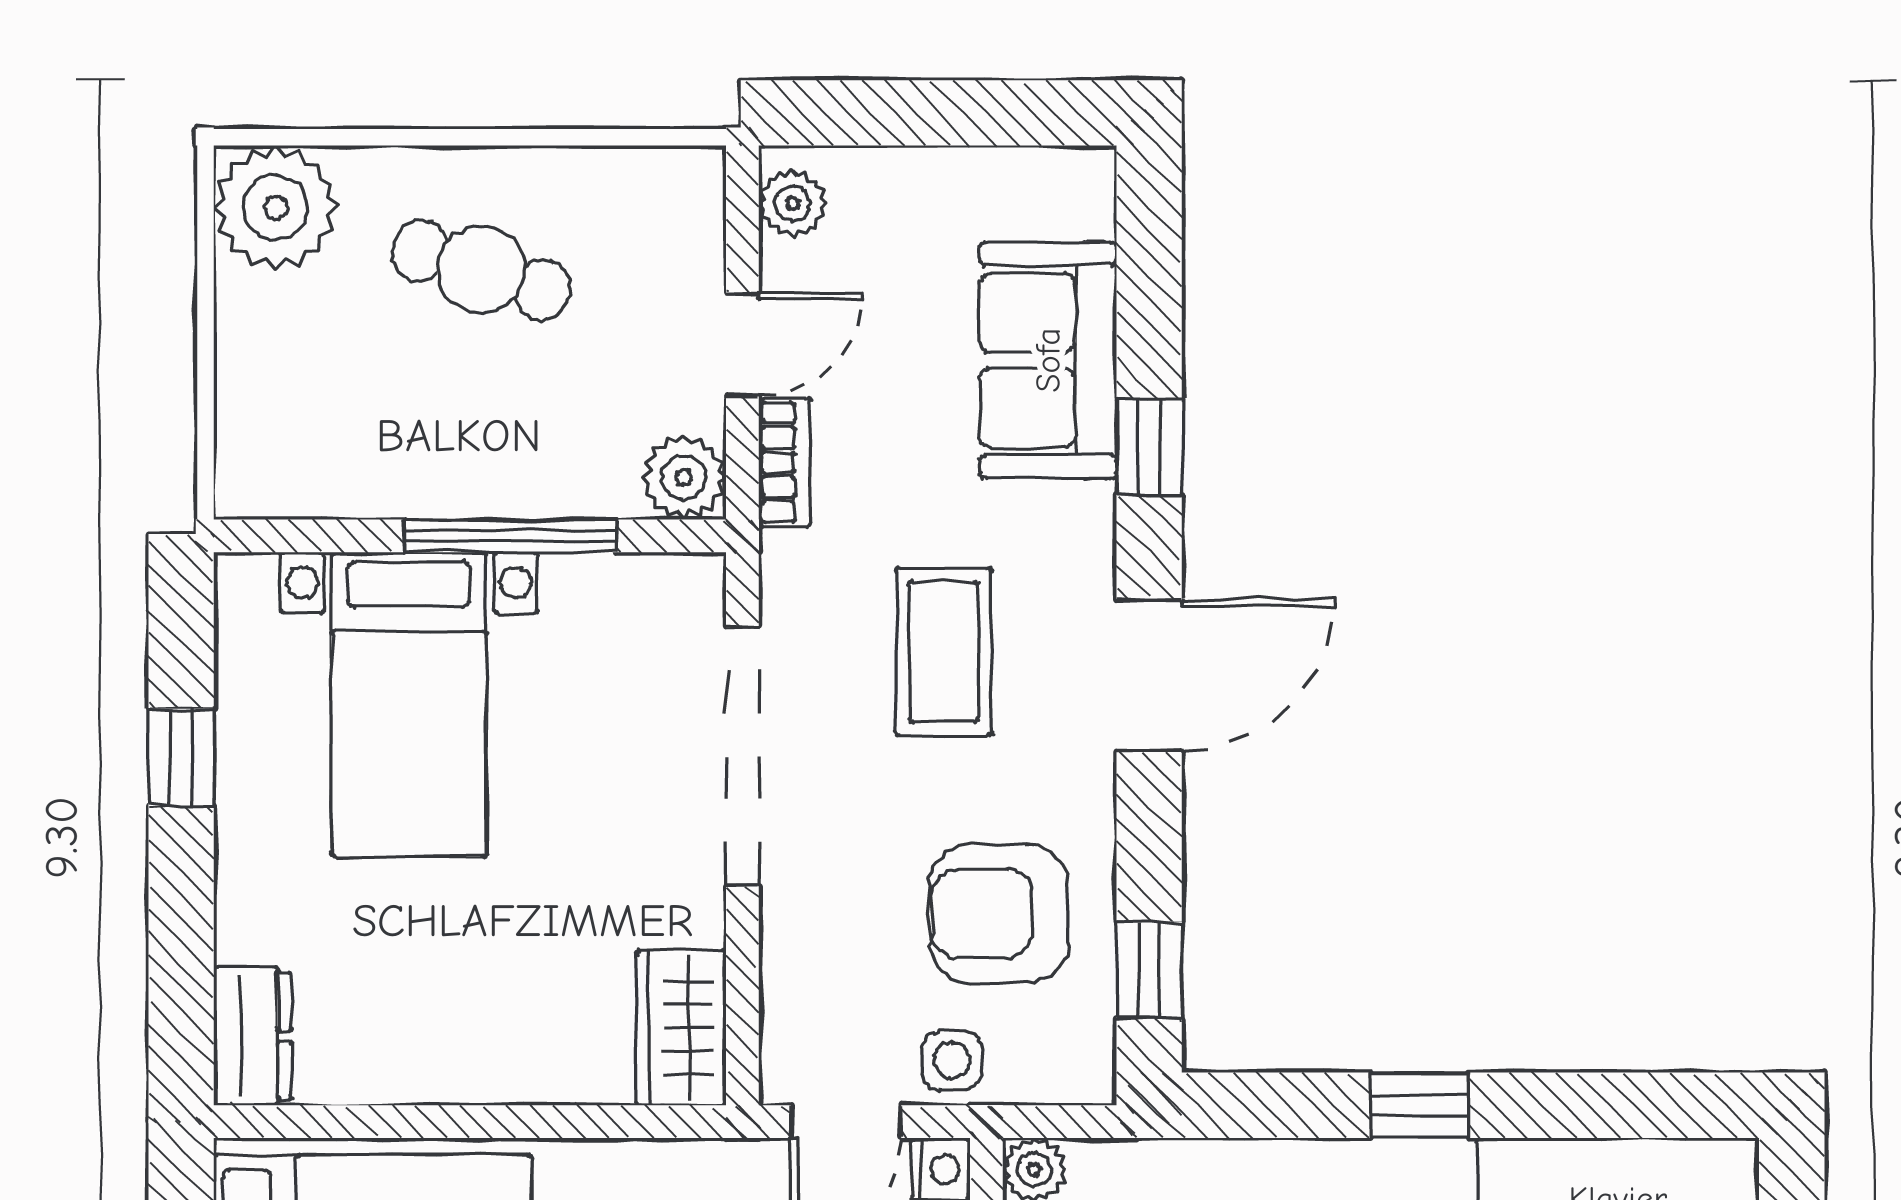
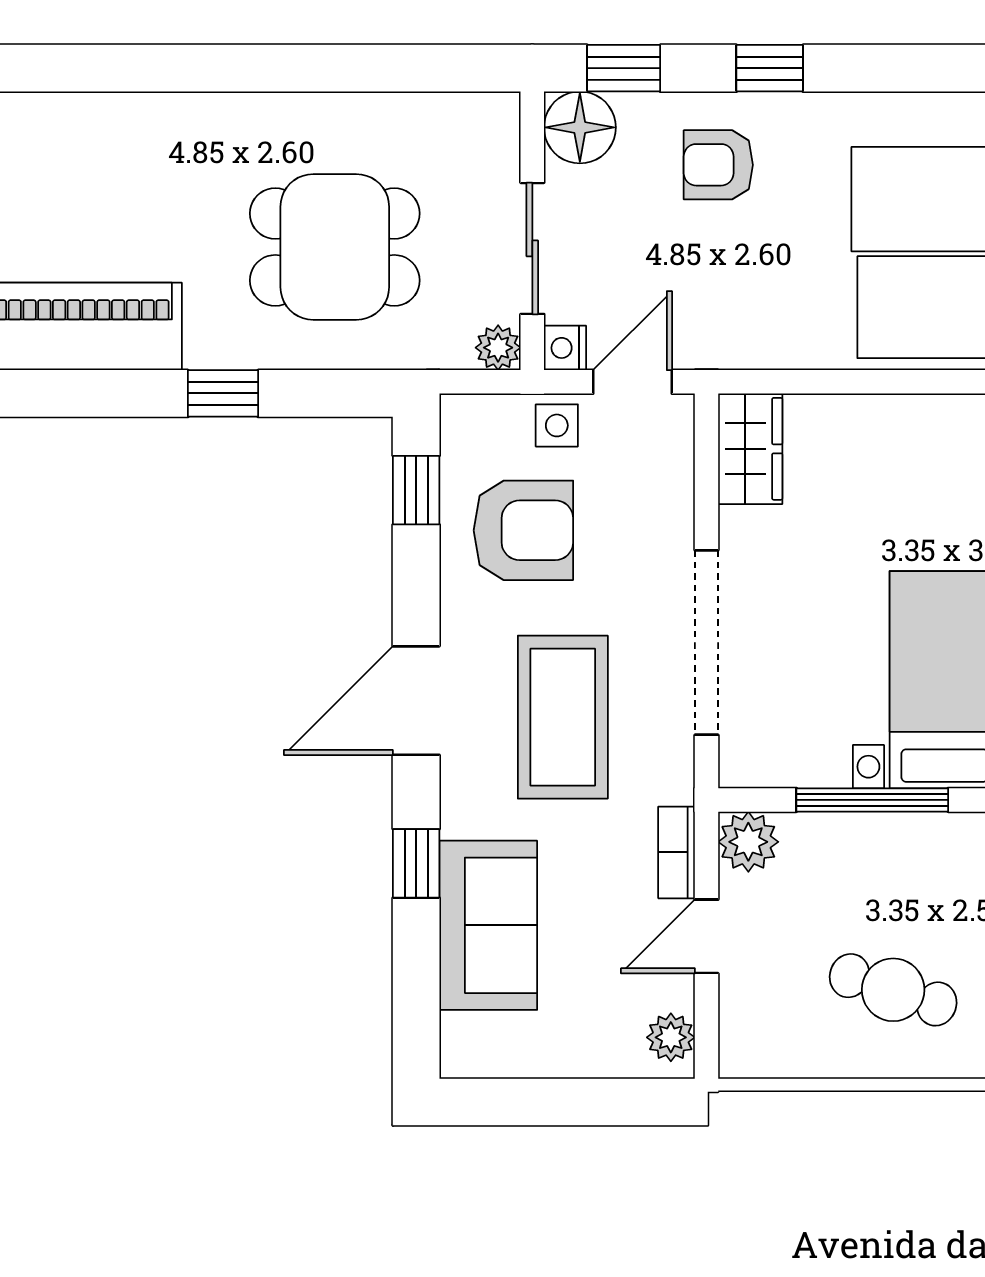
coffee table: (944, 652) -> (563, 717), width x1.36, depth x1.32

